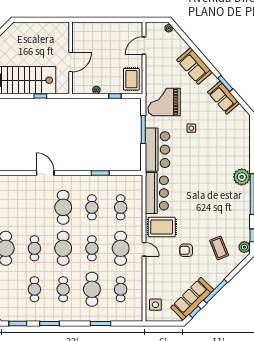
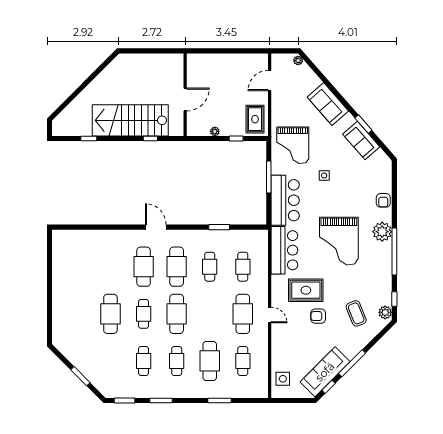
grand piano: (164, 102) -> (293, 145), turned -90
armchair: (243, 150) -> (383, 200), added
grand piano: (204, 185) -> (339, 241), added
rug: (162, 227) -> (306, 290), moved
cafe table: (92, 248) -> (144, 267), moved, width x1.37, depth x1.35

